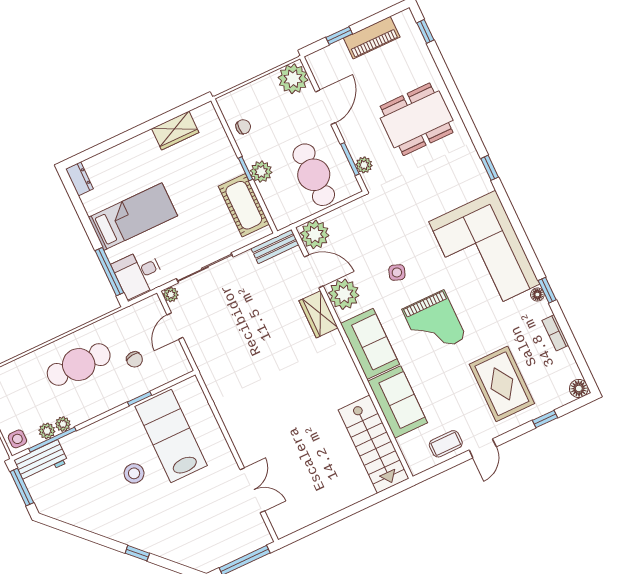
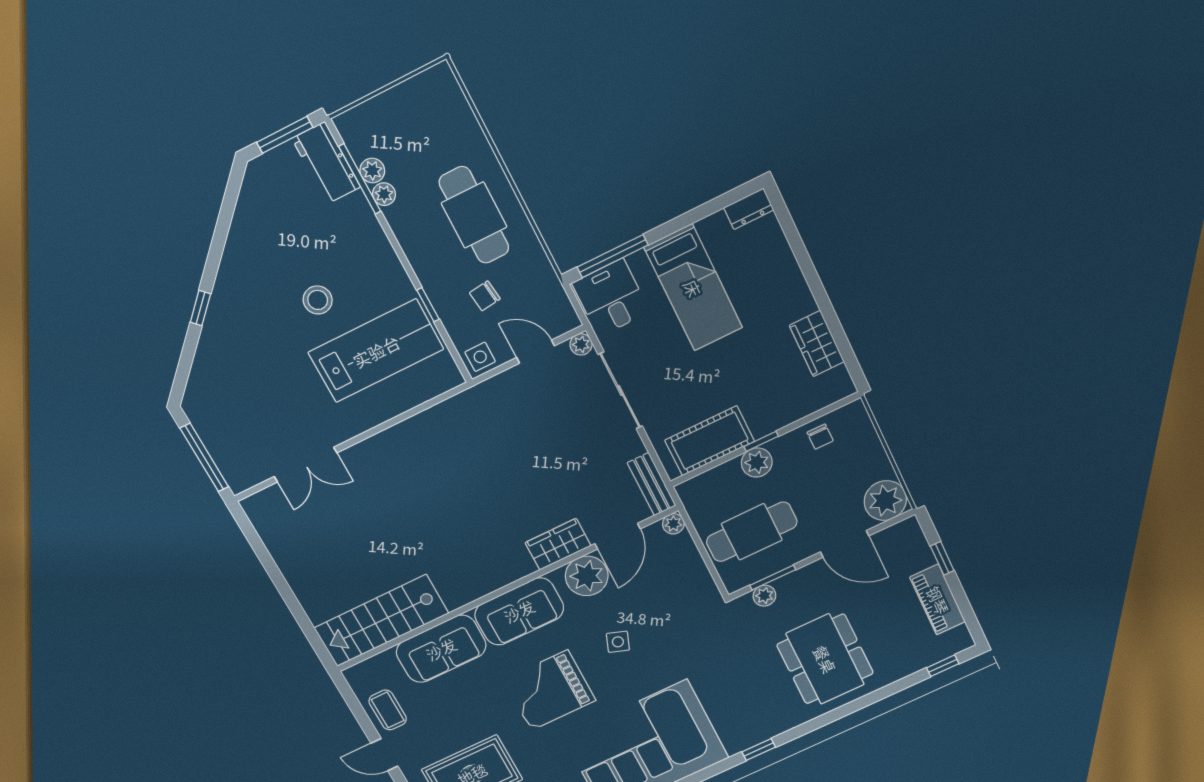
plant: (315, 234) -> (673, 524), width x0.53, depth x0.53
side table: (17, 439) -> (480, 357), moved

